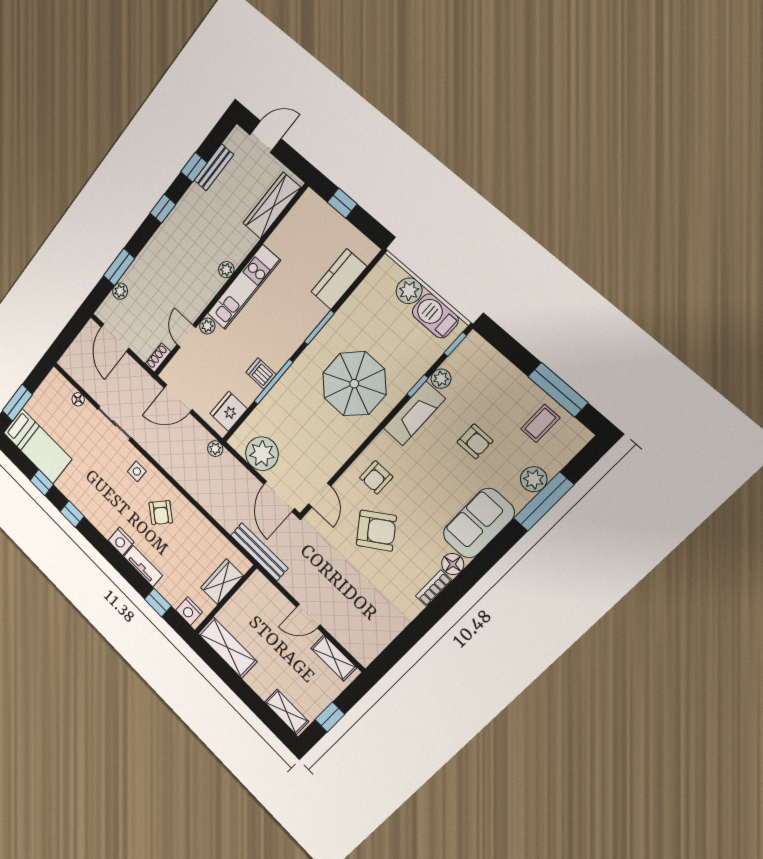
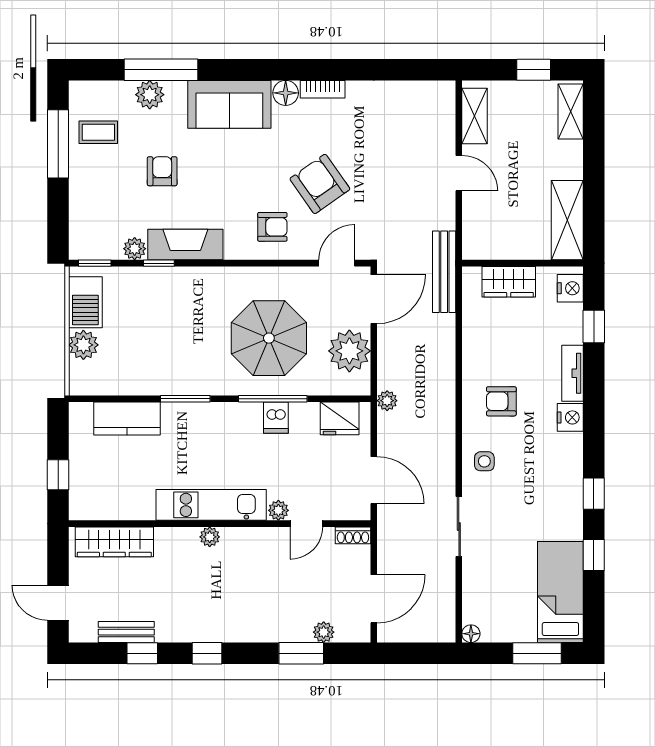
parasol: (354, 384) -> (269, 338), moved
floor lamp: (78, 399) -> (471, 634), moved
armchair: (161, 513) -> (501, 401), turned -131

